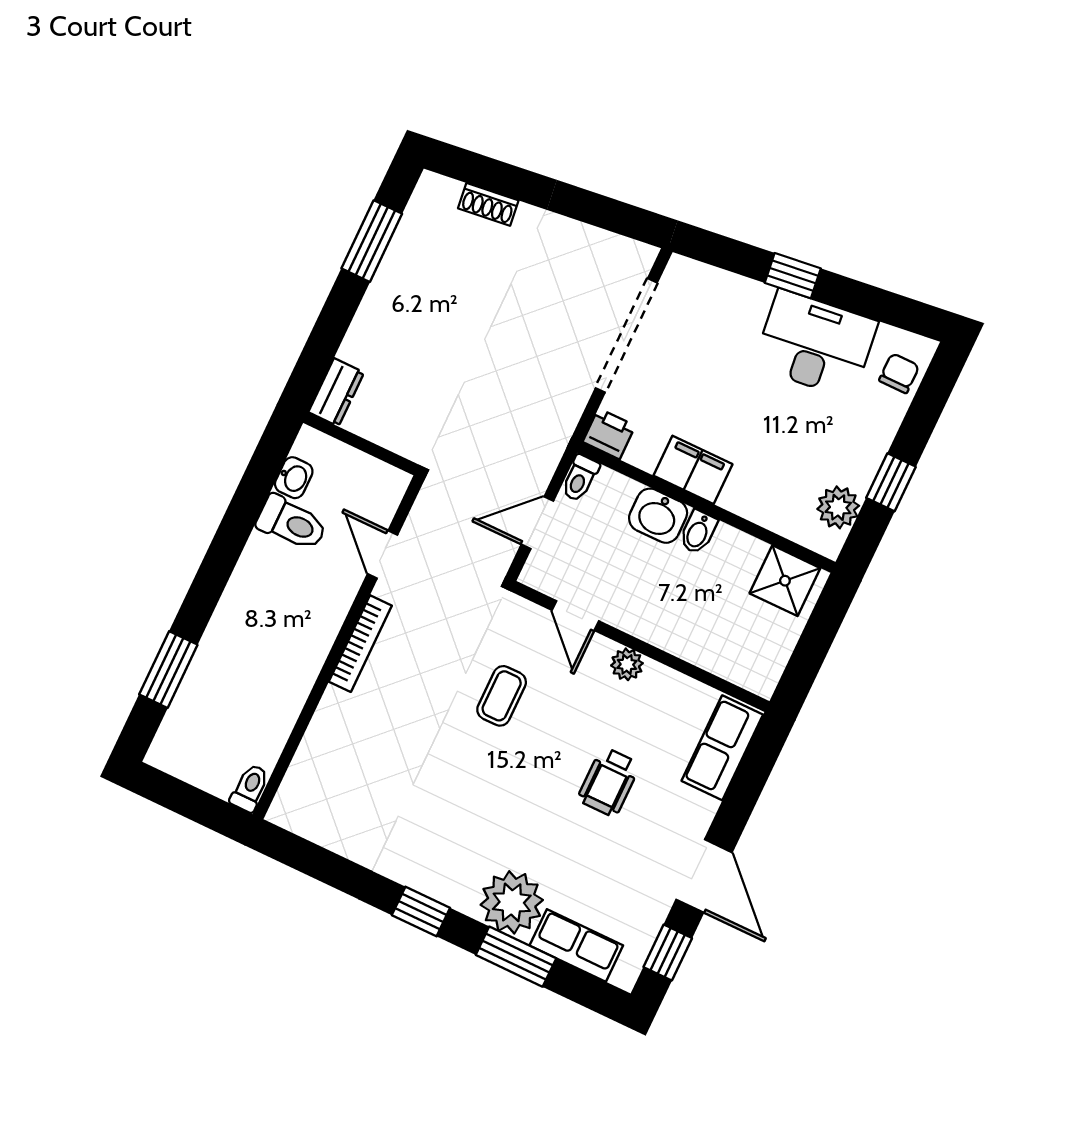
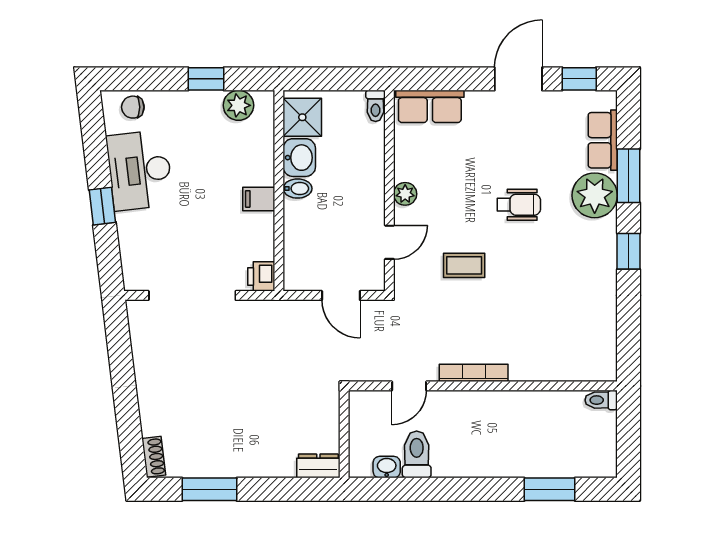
shoe rack: (488, 204) -> (154, 457), moved
filing cabinet: (693, 470) -> (259, 199), width x0.50
toilet: (580, 478) -> (376, 106), moved, turned 90
washbasin: (658, 516) -> (299, 158), moved
wheelchair: (609, 782) -> (519, 205), moved

